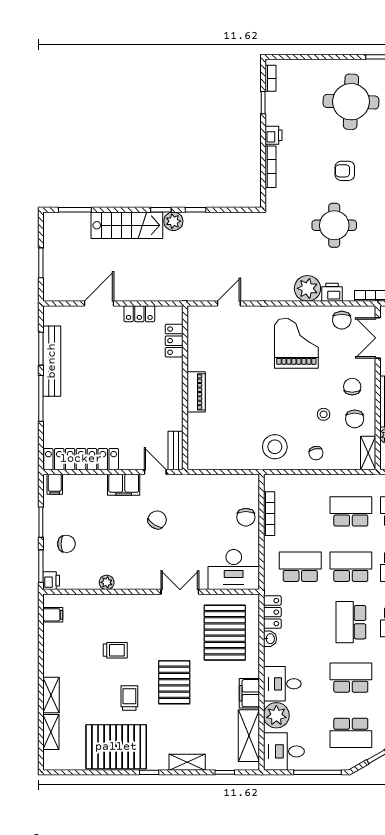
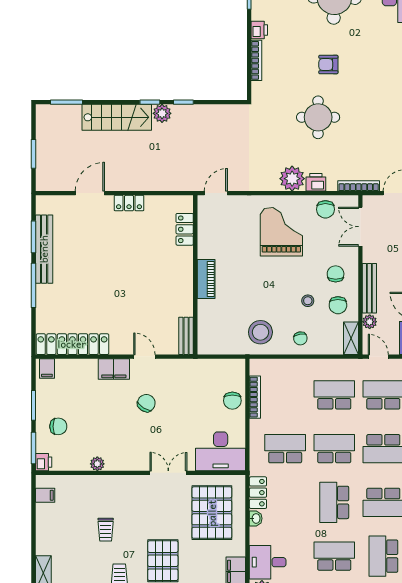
locker: (174, 341) -> (185, 229), moved
wall: (185, 388) -> (195, 275), moved
piano: (196, 392) -> (206, 279), moved
bench: (176, 451) -> (186, 336), moved
trolley: (115, 650) -> (106, 530), turned 90

